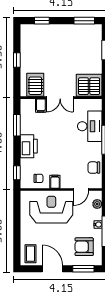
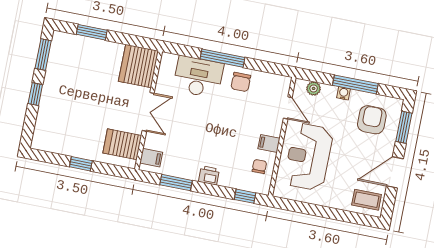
window: (42, 21) -> (35, 94), moved
filing cabinet: (41, 106) -> (151, 158), moved
printer: (29, 146) -> (209, 175), width x0.53, depth x0.68
chair: (94, 168) -> (241, 82), moved
armchair: (84, 247) -> (372, 120), turned 180

